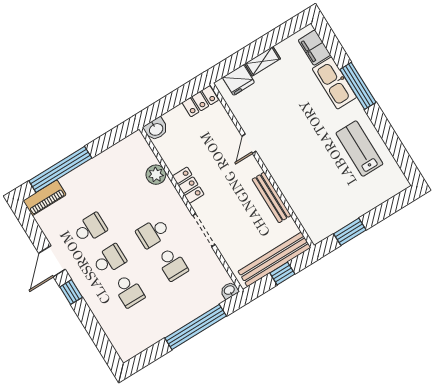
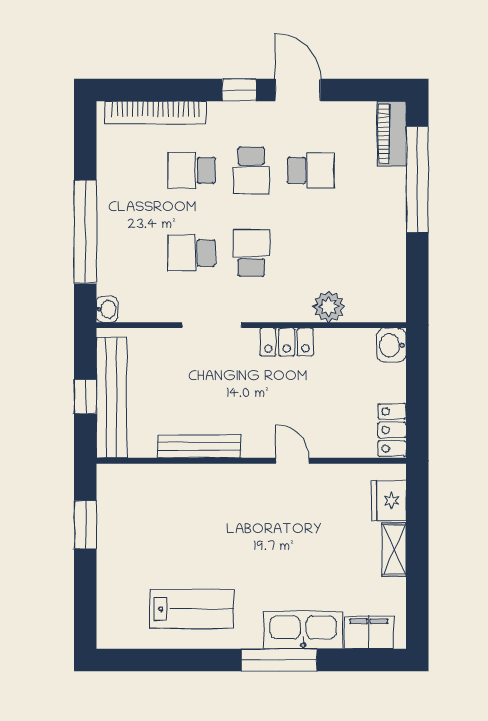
school desk: (90, 228) -> (311, 170), turned -90
bookcase: (110, 329) -> (155, 113), added

